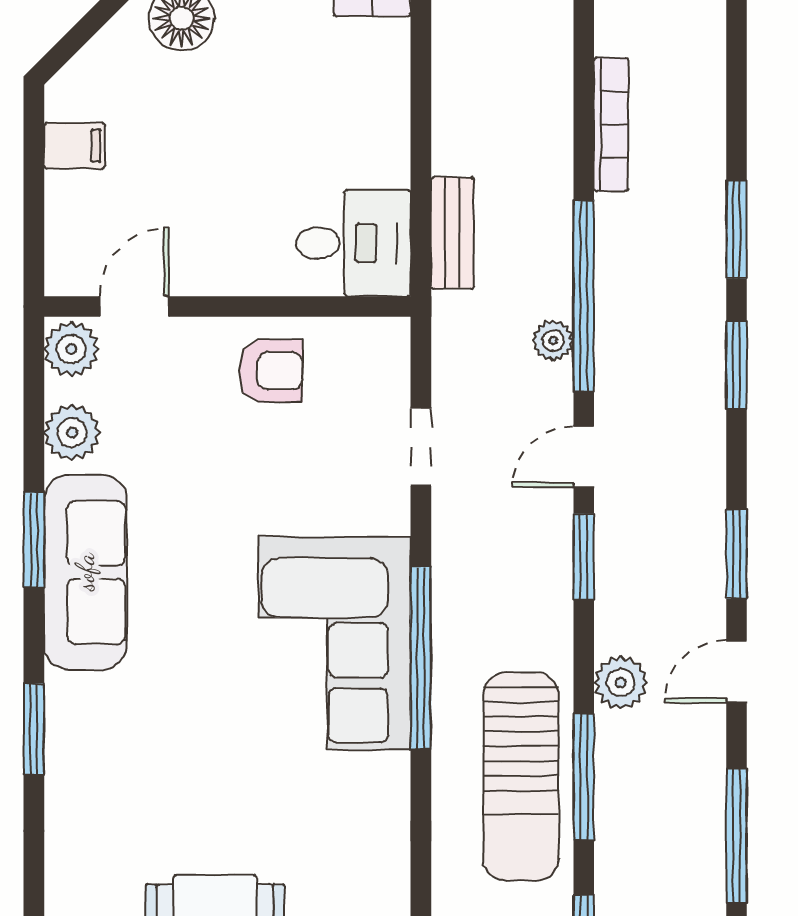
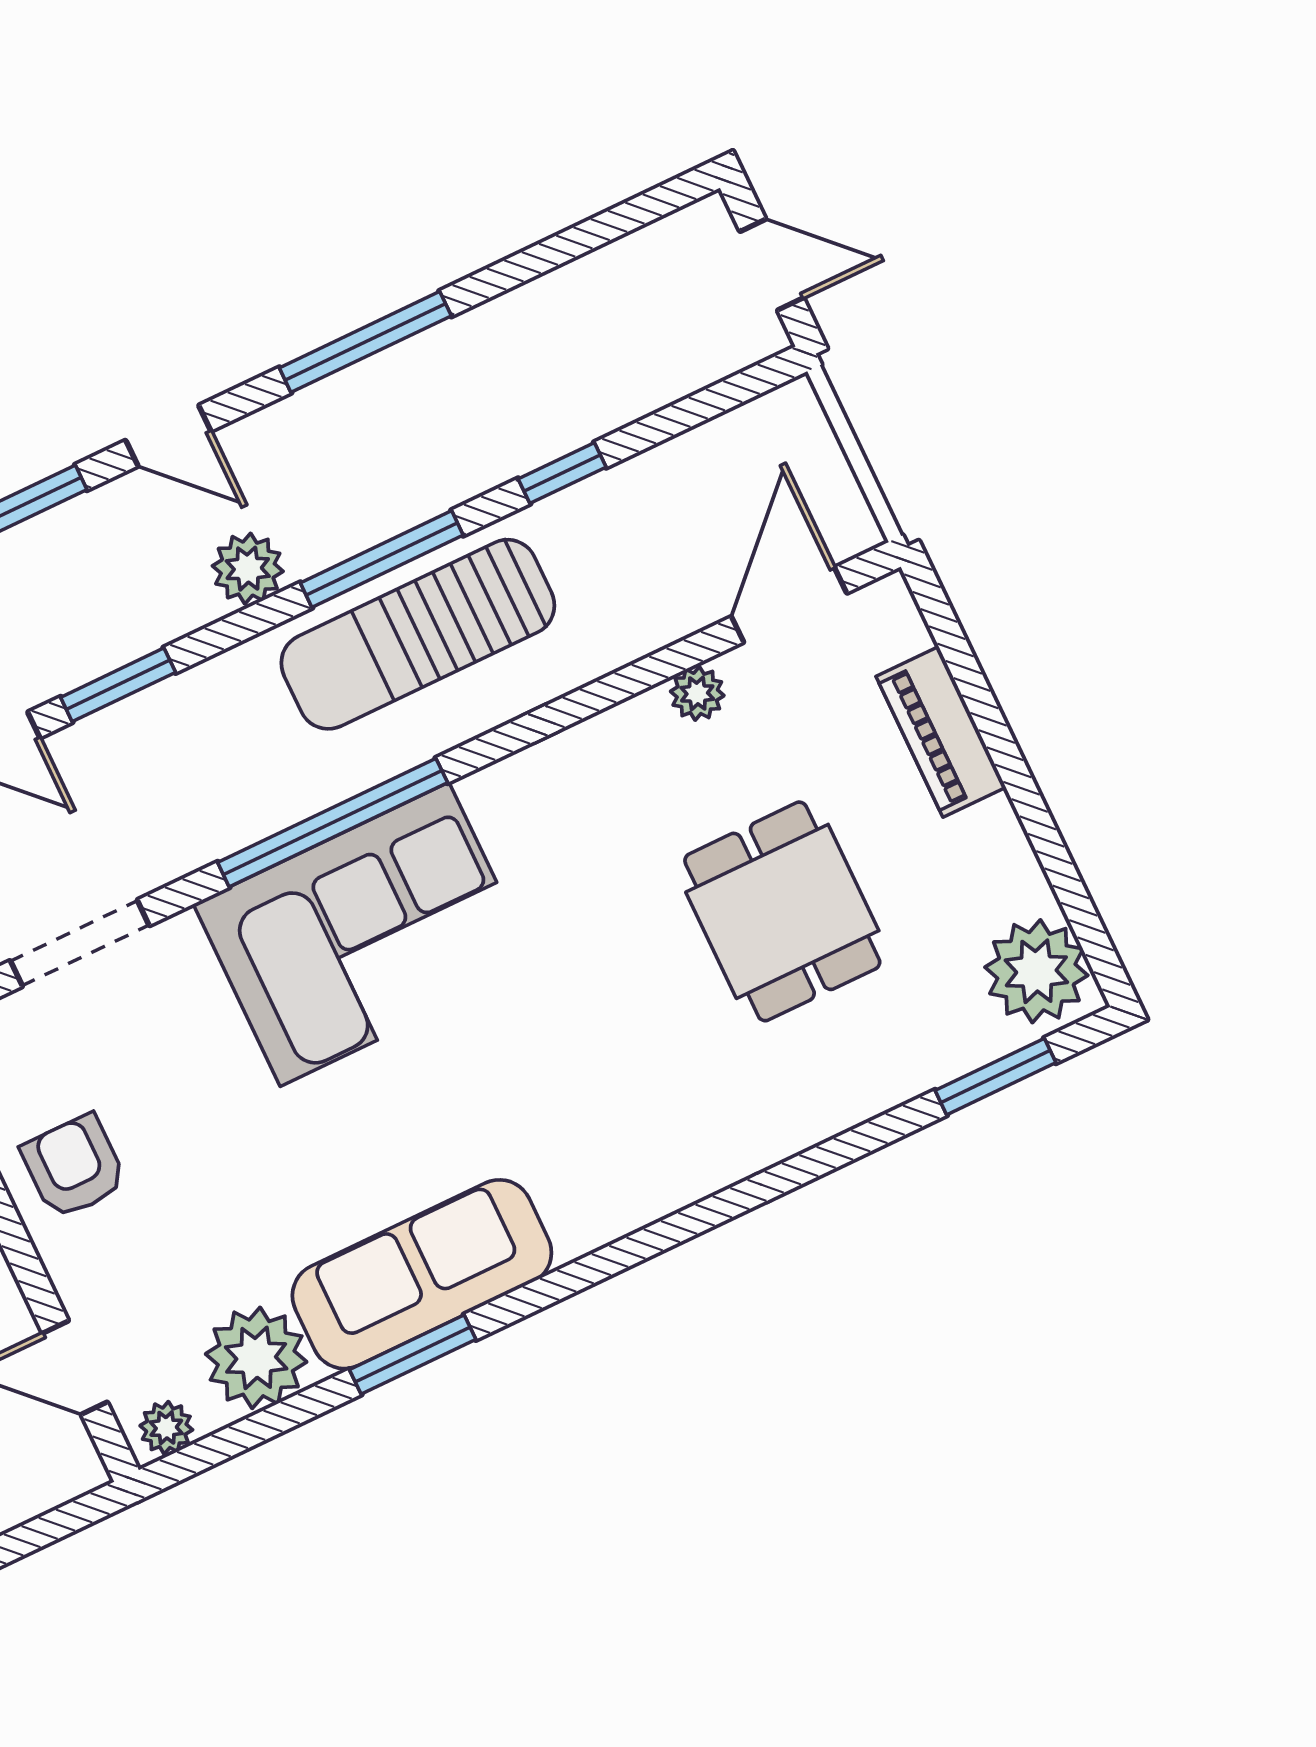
plant: (71, 349) -> (166, 1428), width x0.73, depth x0.73
plant: (72, 433) -> (256, 1358), width x1.36, depth x1.36
doorway: (421, 447) -> (80, 943), width x1.38
window: (34, 729) -> (639, 1246), removed
sun lounger: (521, 777) -> (418, 634), turned 180

